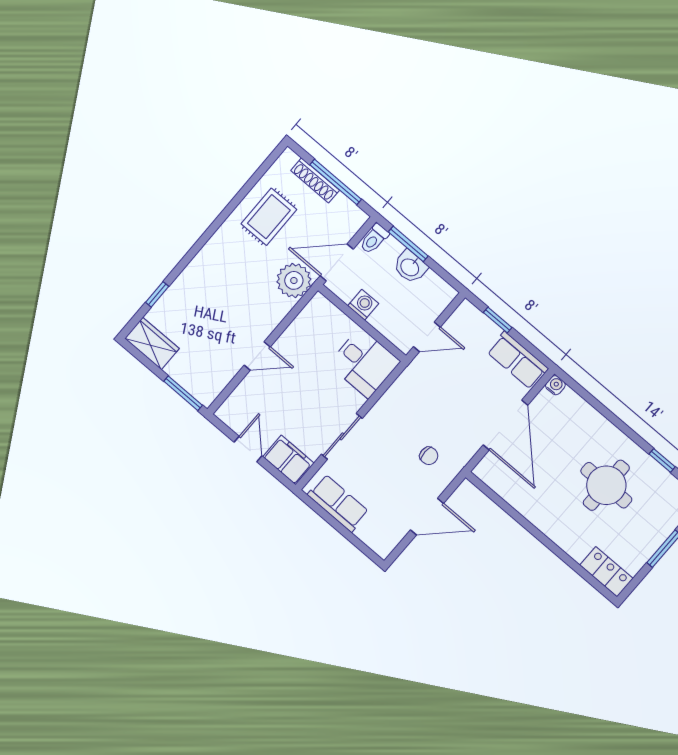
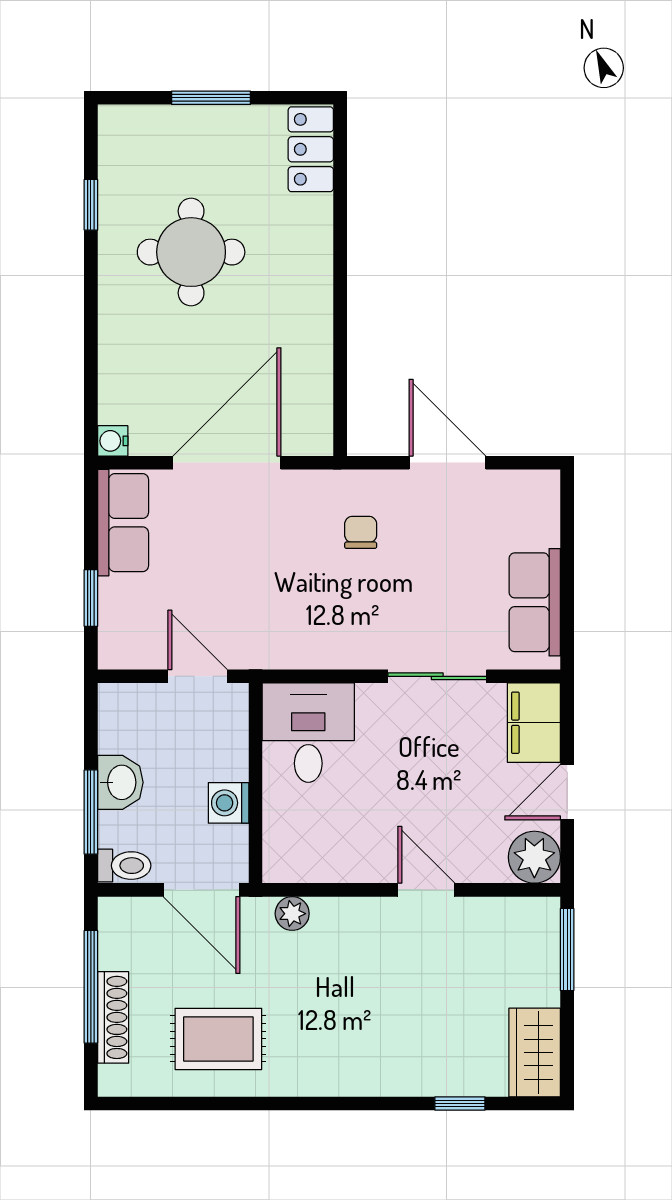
plant: (294, 280) -> (292, 914), width x0.53, depth x0.53
plant: (233, 412) -> (534, 857), added

